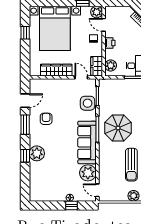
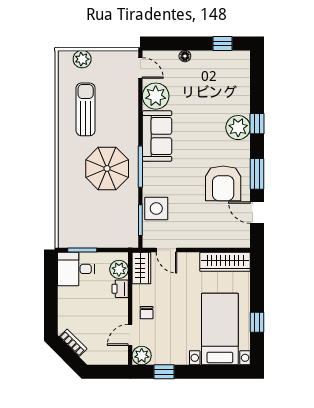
door: (104, 25) -> (130, 335), swing flipped
bed with nightstands: (55, 28) -> (220, 329), width x0.73
printer: (110, 43) -> (120, 289), moved
wardrobe: (56, 70) -> (225, 262), moved
door: (25, 101) -> (257, 213), hinge flipped
armchair: (46, 119) -> (223, 183), width x1.88, depth x1.88
sofa: (87, 142) -> (157, 136), width x0.73
window: (71, 205) -> (223, 43), moved

